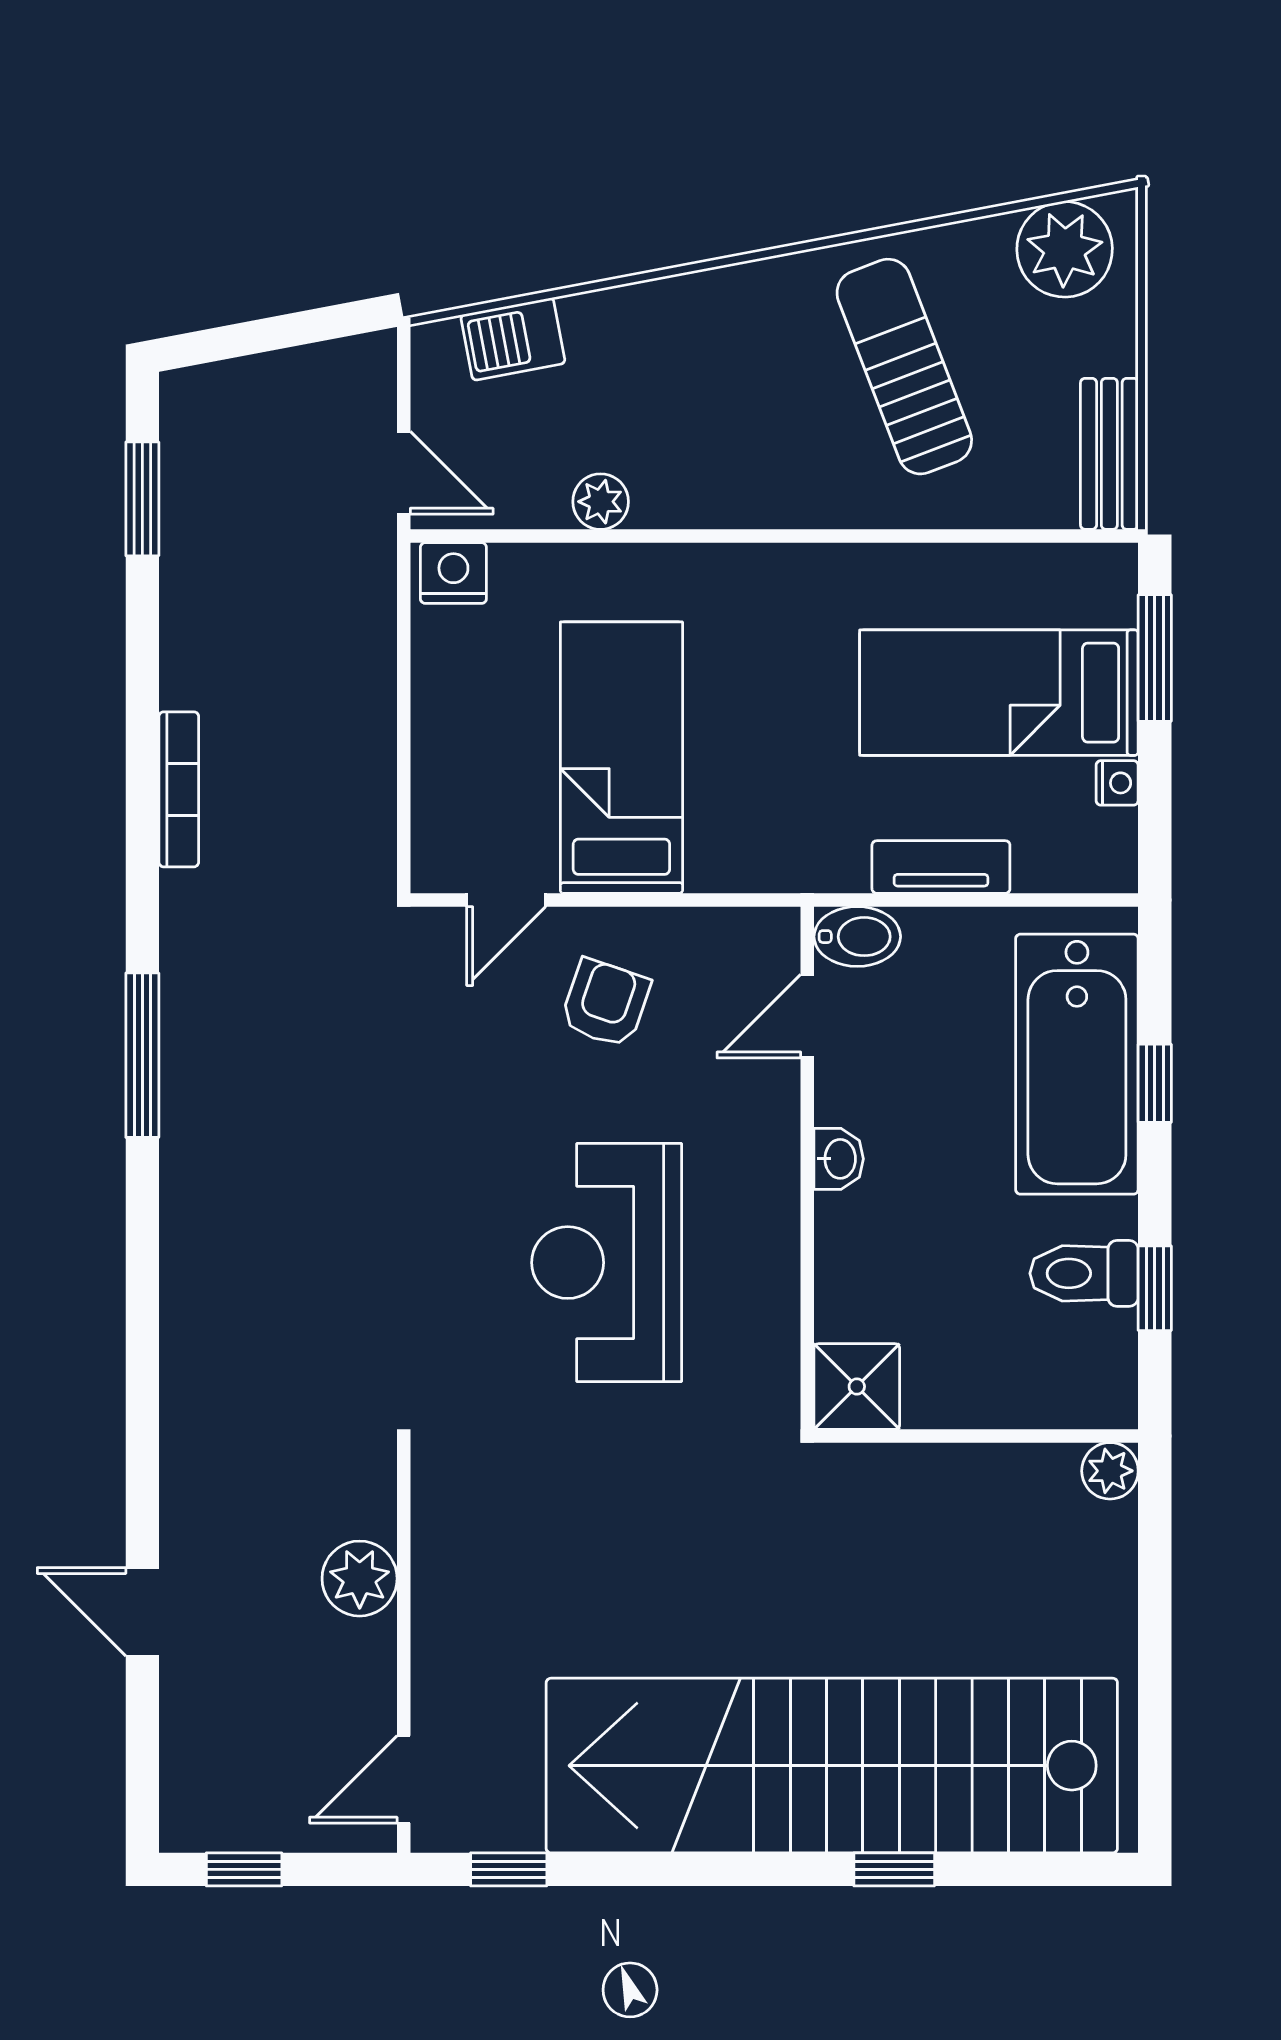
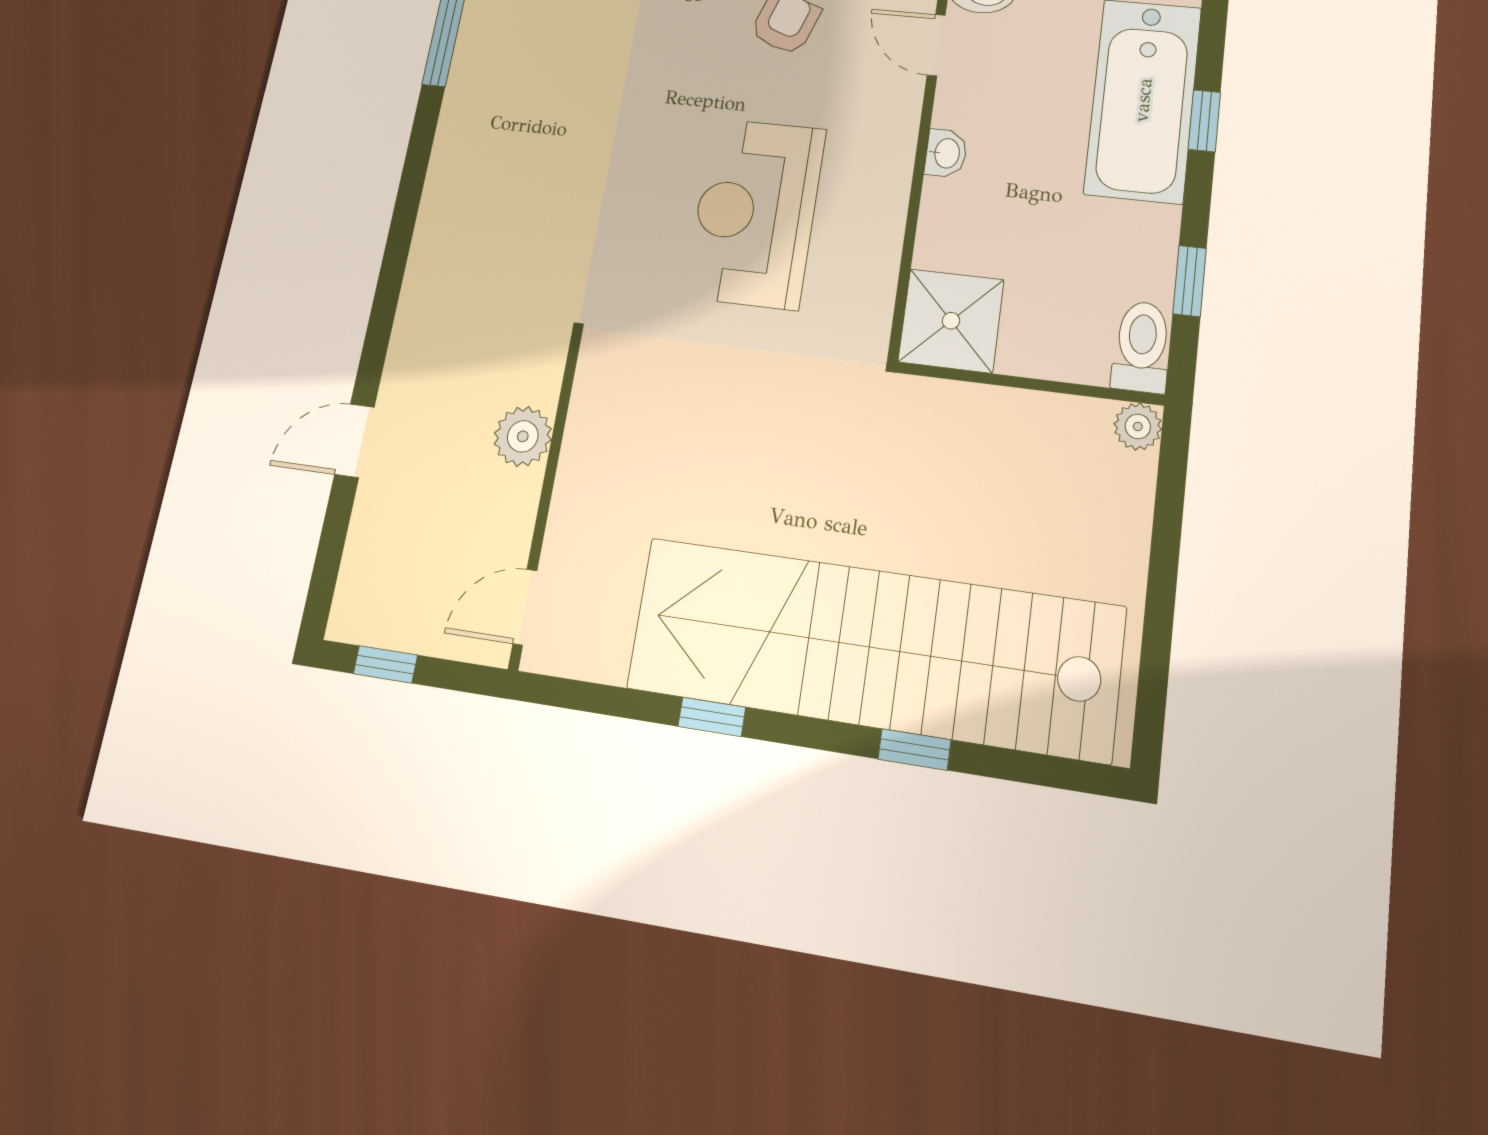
door: (807, 1016) -> (936, 45), hinge flipped
toilet: (1084, 1273) -> (1142, 347), moved, turned 90
shower: (857, 1387) -> (951, 321), width x1.36, depth x1.36
door: (142, 1612) -> (355, 441), hinge flipped
window: (509, 1869) -> (712, 717), moved

